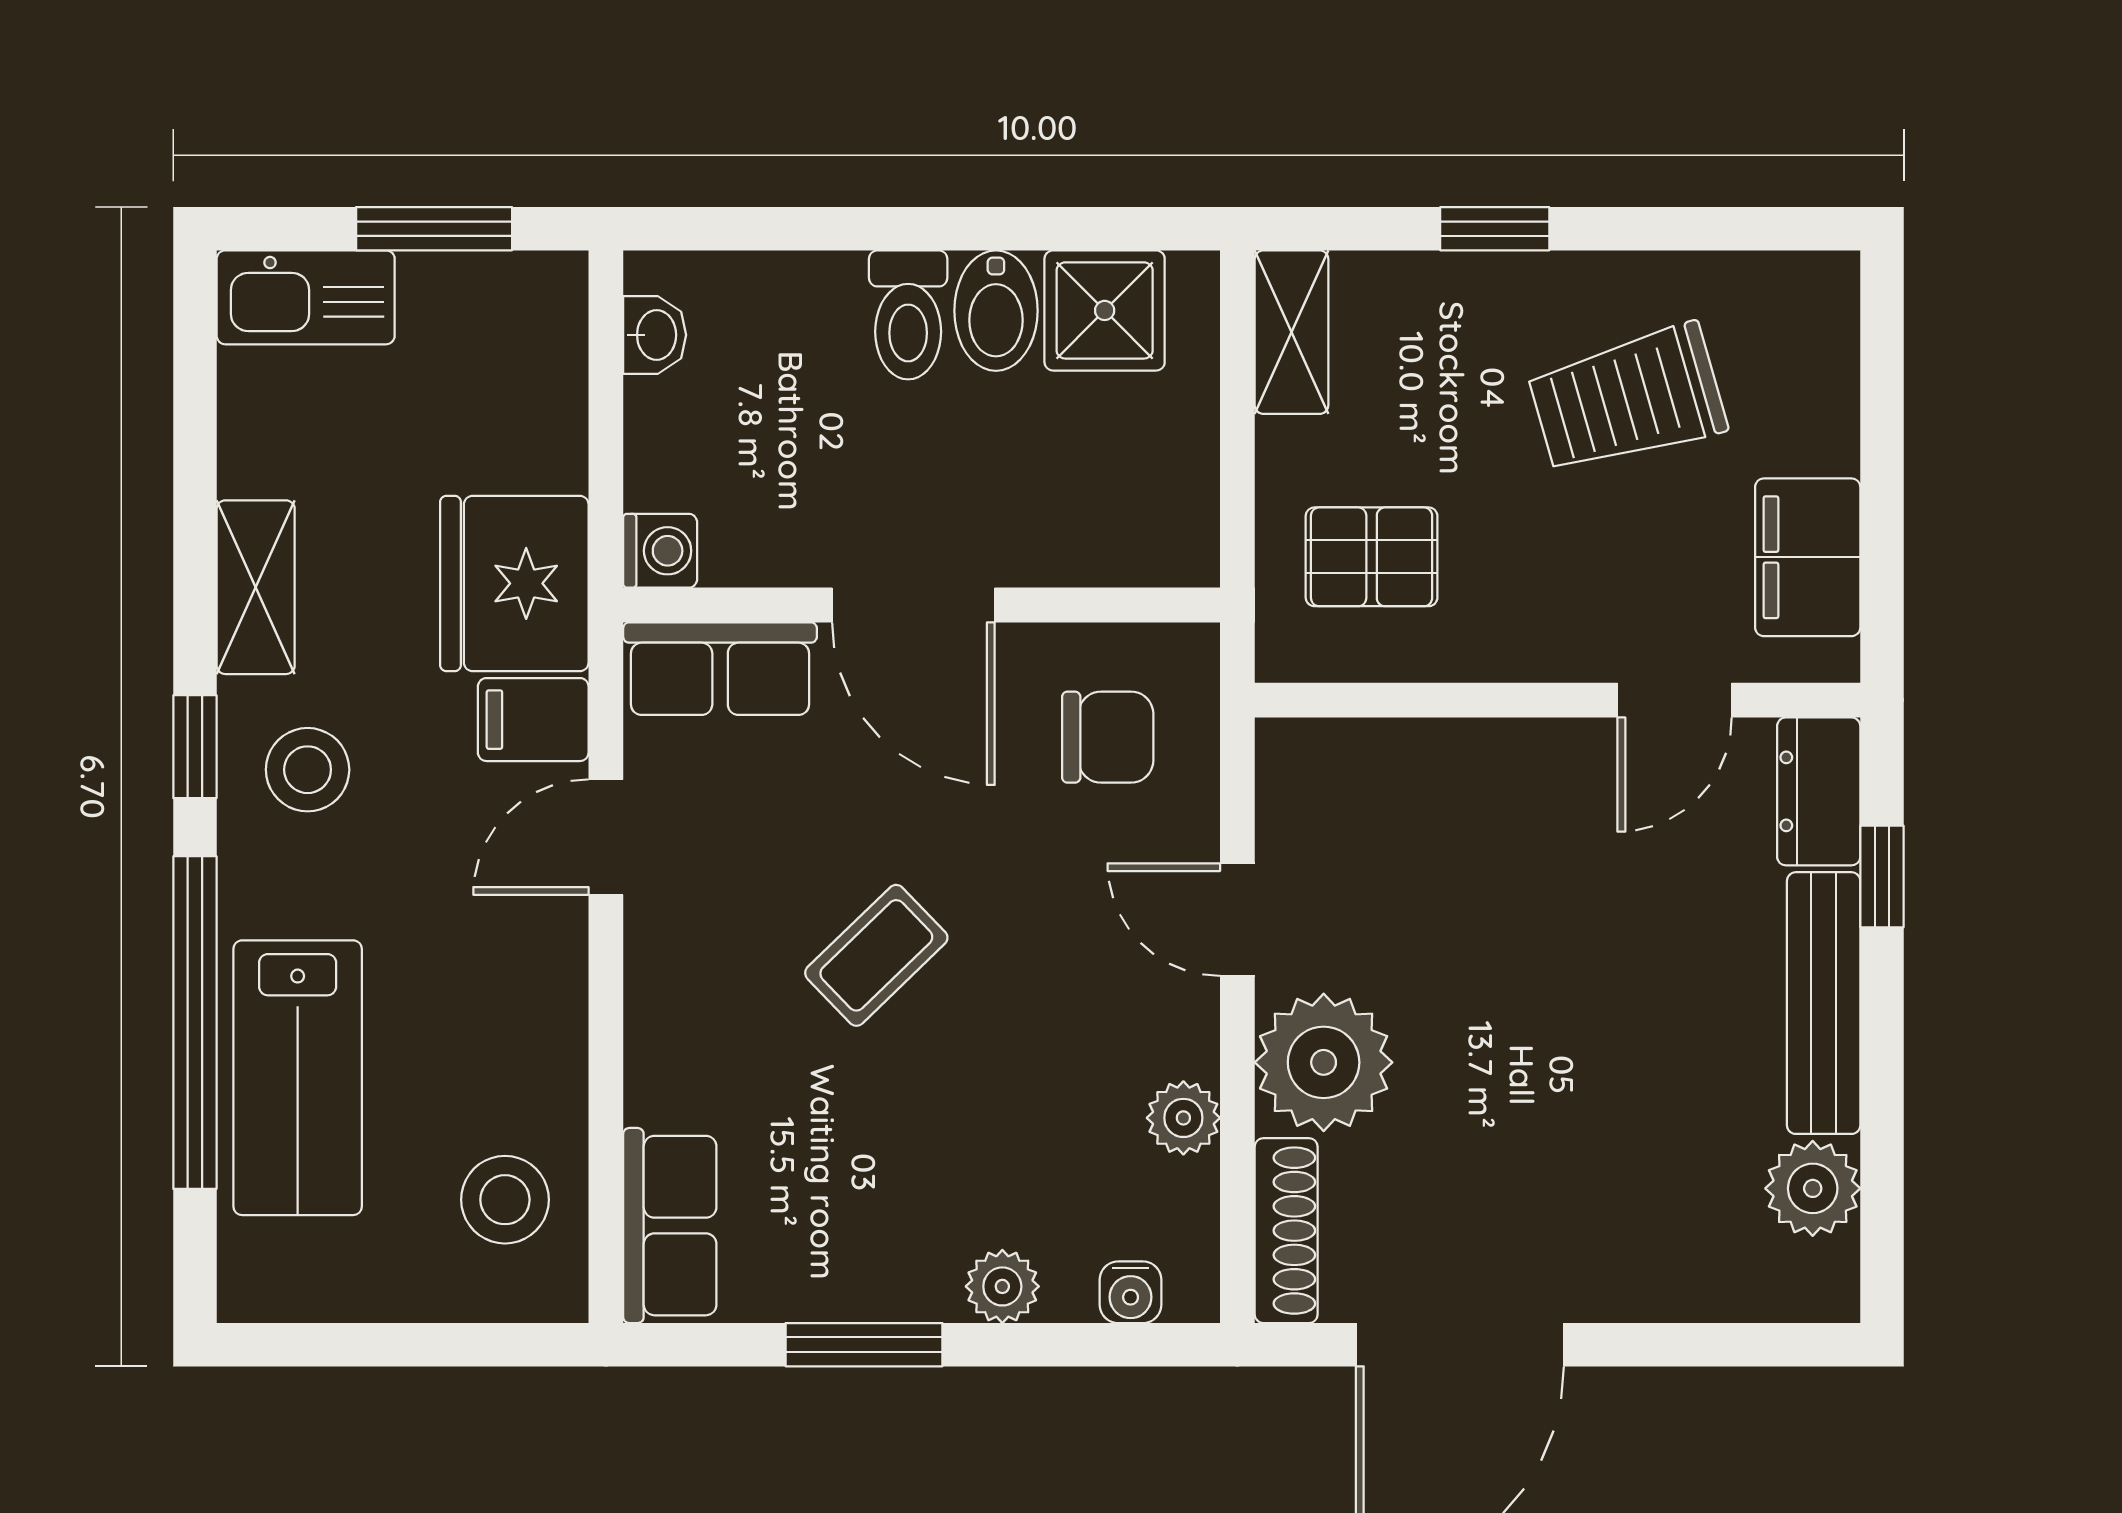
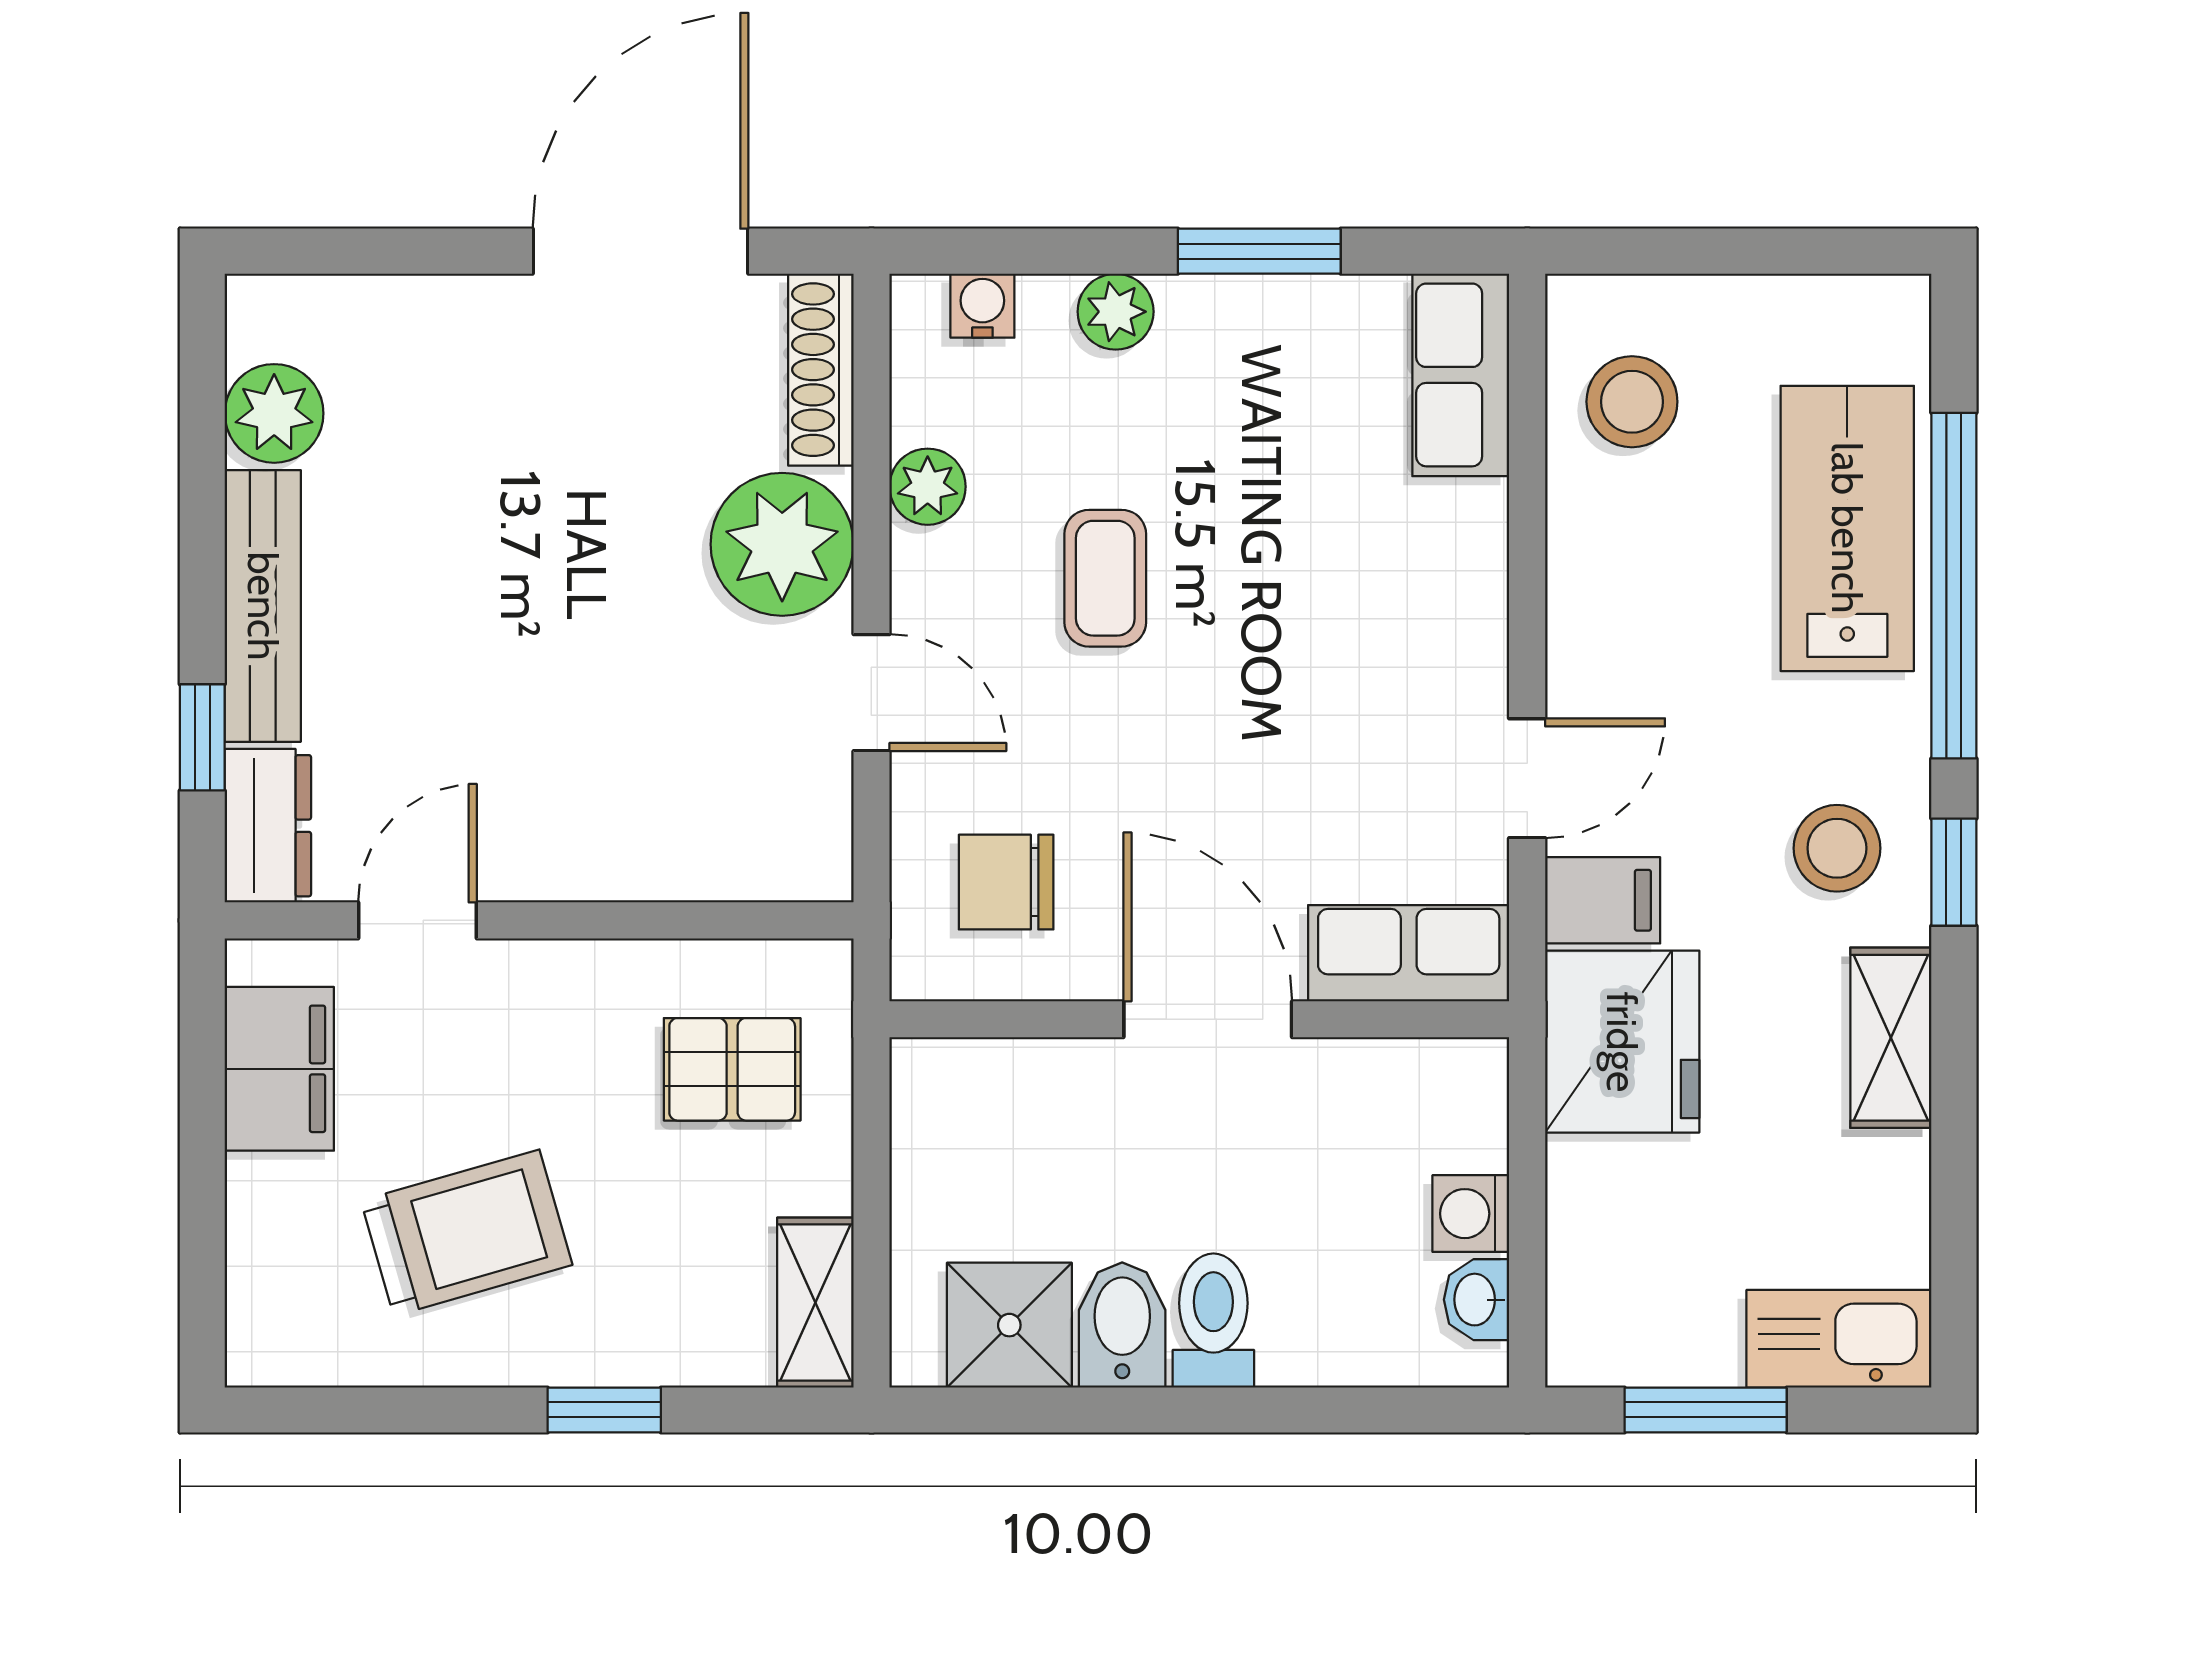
washing machine: (660, 551) -> (1471, 1214), moved
coffee table: (876, 955) -> (1105, 578), moved, turned -46

